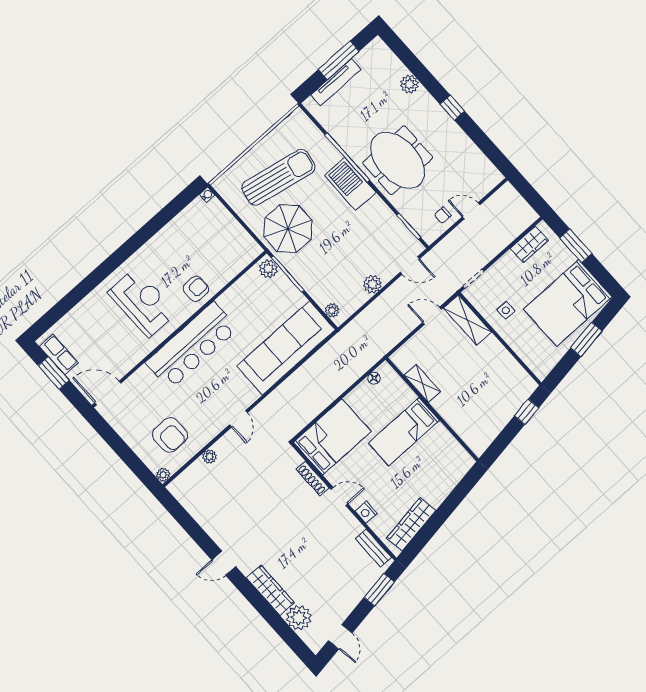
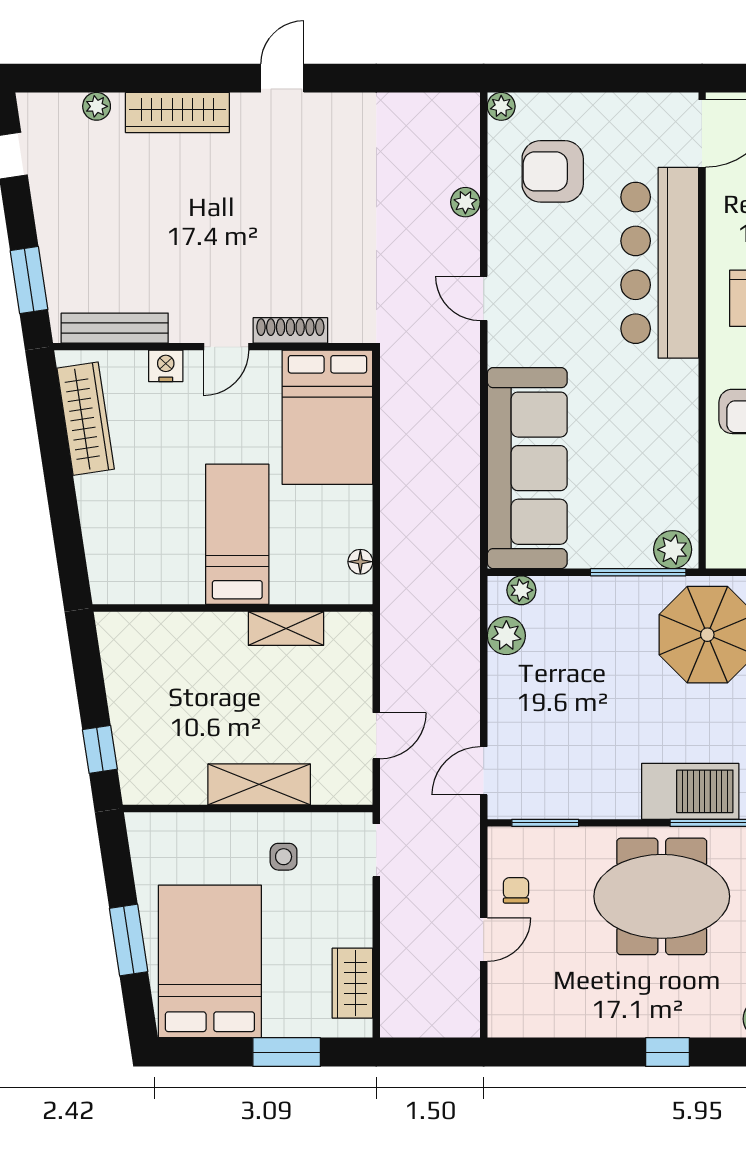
plant: (372, 284) -> (506, 636), moved
shelving: (467, 320) -> (259, 784), moved
bar counter: (192, 346) -> (660, 263), moved
bench: (374, 548) -> (115, 328), width x1.36
plant: (299, 618) -> (97, 106), width x0.53, depth x0.53

